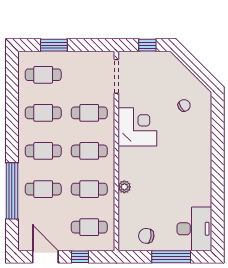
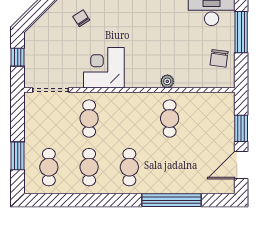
cafe table: (89, 151) -> (129, 119), removed
cafe table: (43, 189) -> (170, 167), removed
cafe table: (89, 227) -> (210, 119), removed
window: (80, 257) -> (241, 128), width x1.50

